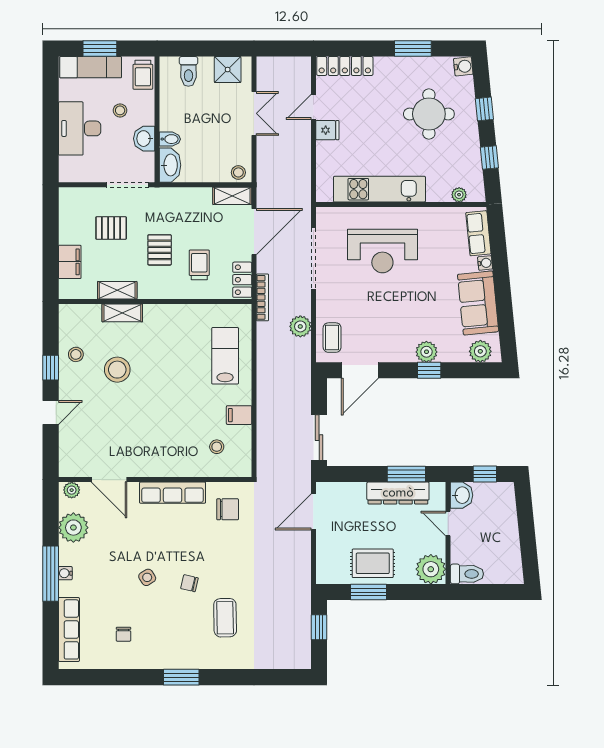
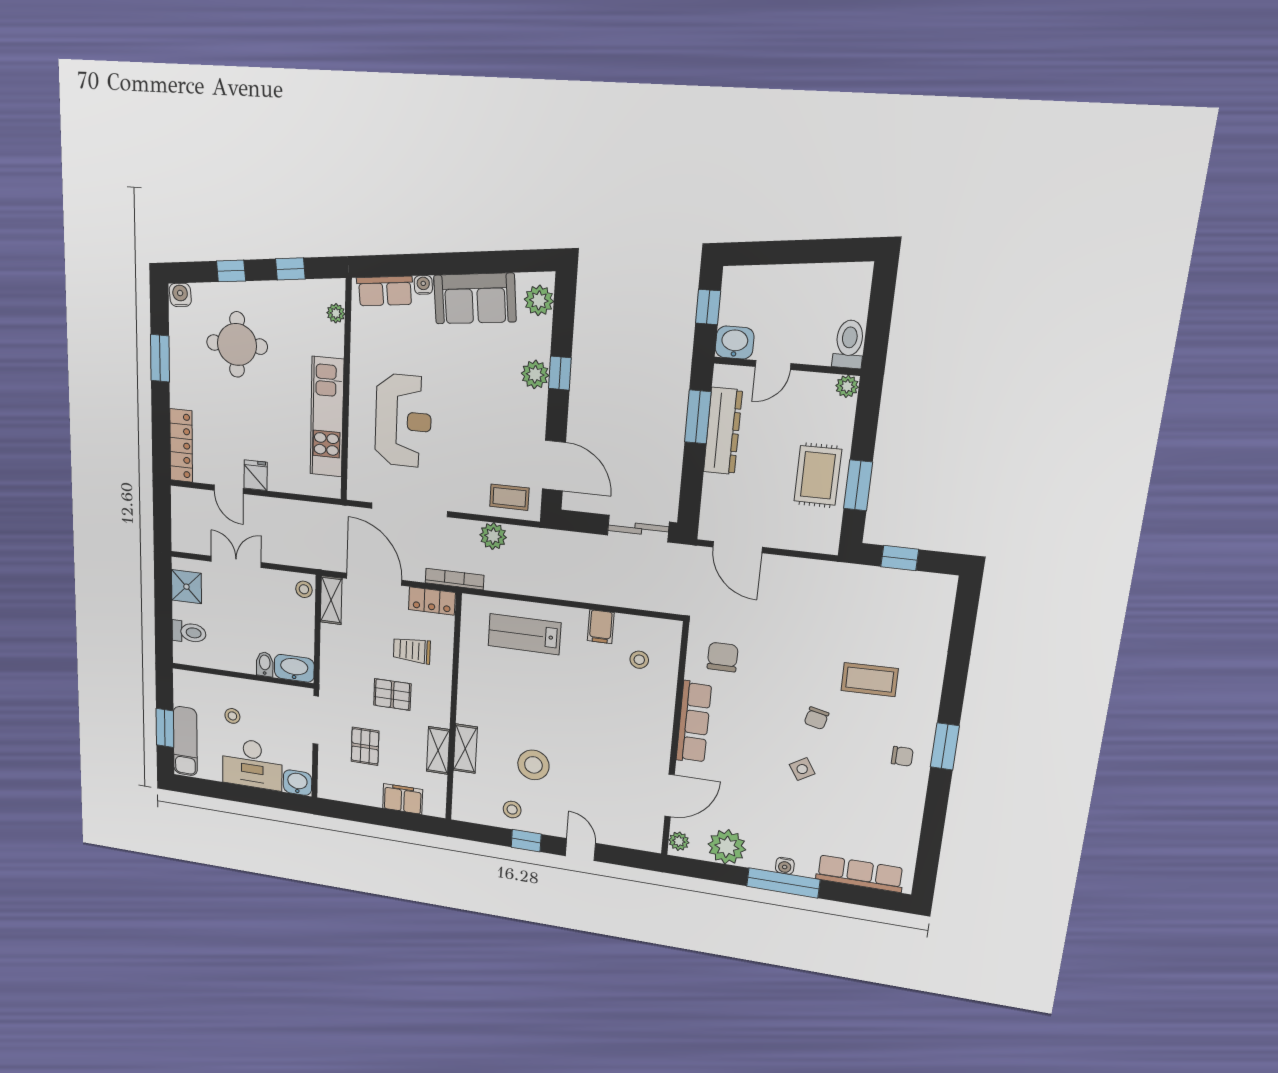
trolley: (143, 75) -> (193, 685), removed
washbasin: (144, 139) -> (297, 783), moved, turned 180
plant: (431, 569) -> (847, 386), width x0.53, depth x0.53
chair: (123, 634) -> (902, 756), moved

